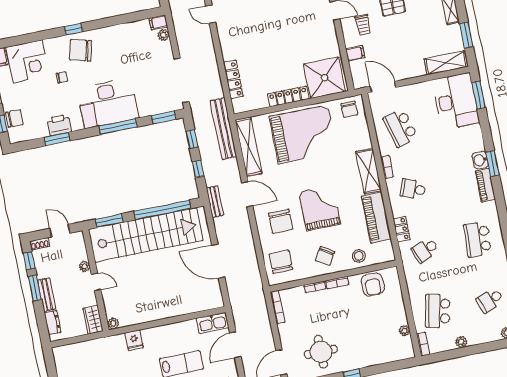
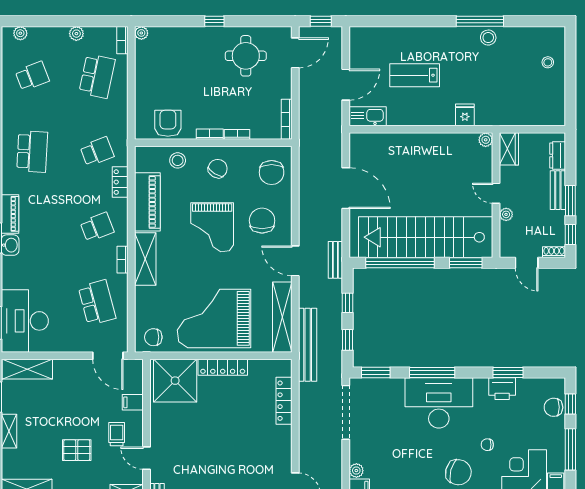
chair: (349, 109) -> (153, 337), turned -90
school desk: (413, 189) -> (97, 227), turned -42
plant: (404, 331) -> (141, 33), moved

